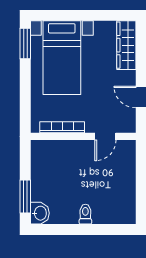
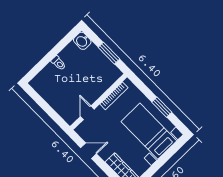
window: (25, 43) -> (162, 107), moved
window: (25, 197) -> (109, 53), moved

